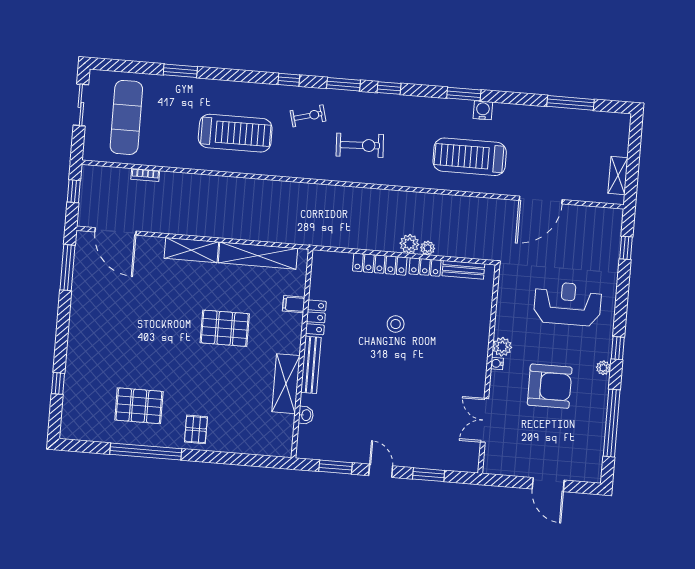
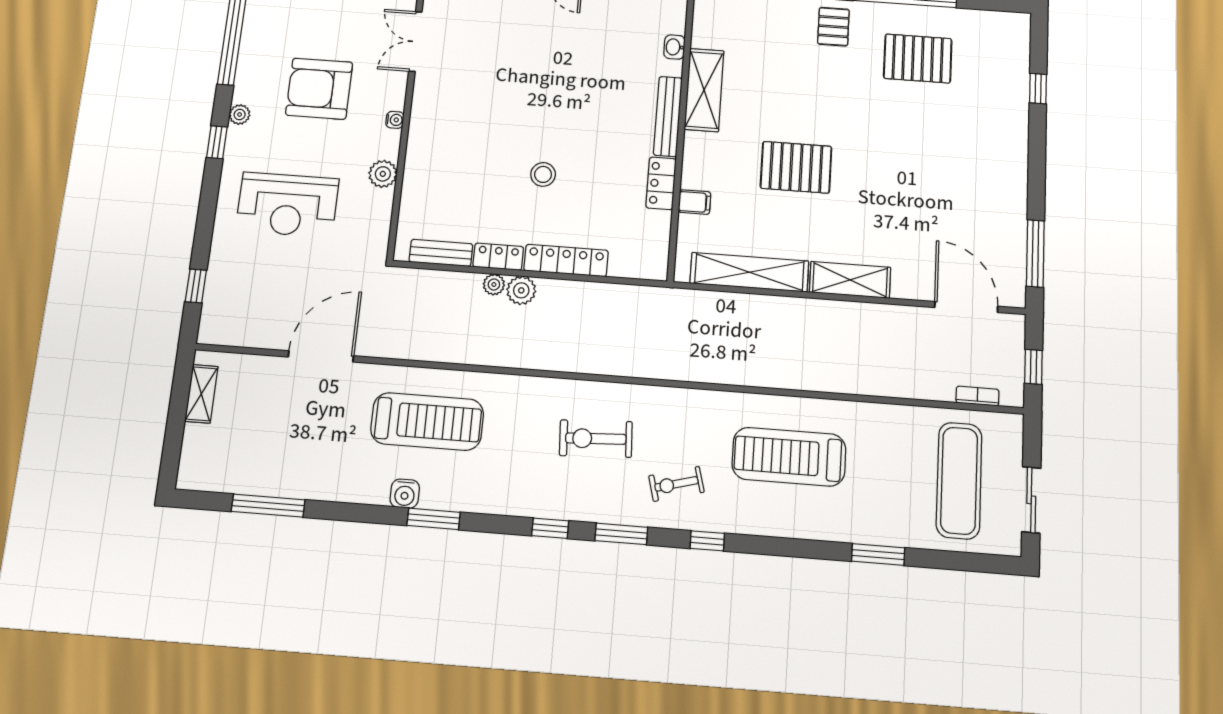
bookcase: (145, 175) -> (977, 396), moved
plant: (502, 347) -> (383, 174), moved
double door: (485, 420) -> (415, 41), swing flipped

